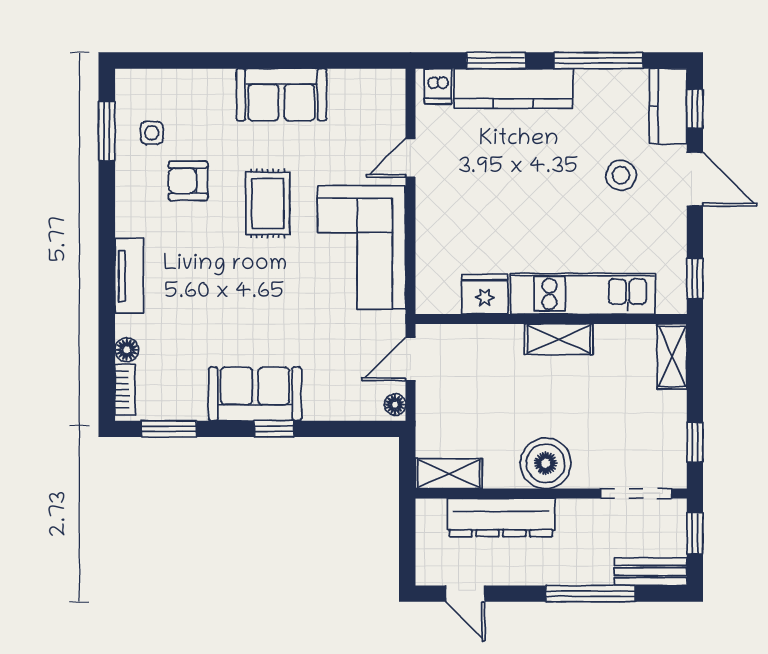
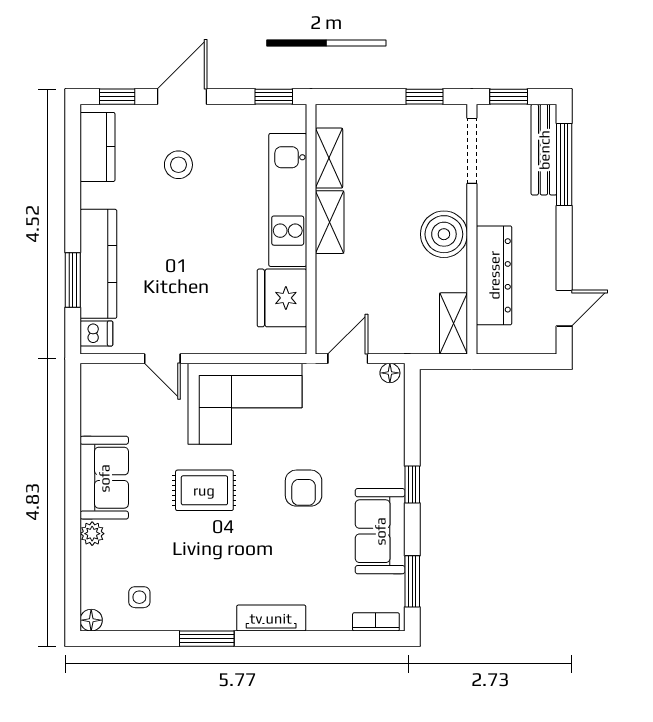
window: (598, 60) -> (73, 186), removed
plant: (221, 82) -> (92, 534), added
kitchen counter: (668, 106) -> (98, 147), moved, turned -90
window: (107, 131) -> (207, 639), moved
armchair: (188, 181) -> (304, 488), moved
fridge: (485, 294) -> (282, 298), width x1.36, depth x1.34
floor lamp: (127, 350) -> (91, 620), moved
shelving: (672, 357) -> (329, 158), moved, turned 90
door: (411, 359) -> (348, 359), swing flipped
sofa: (255, 394) -> (380, 531), moved
bench: (651, 572) -> (544, 150), width x1.36
window: (591, 594) -> (564, 165), moved

